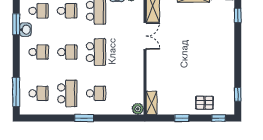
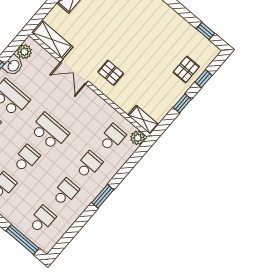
double door: (145, 36) -> (74, 72), swing flipped
pallet: (163, 59) -> (111, 73), added
school desk: (67, 93) -> (65, 192), width x0.54
school desk: (125, 93) -> (112, 138), added
window: (219, 118) -> (203, 79), moved

